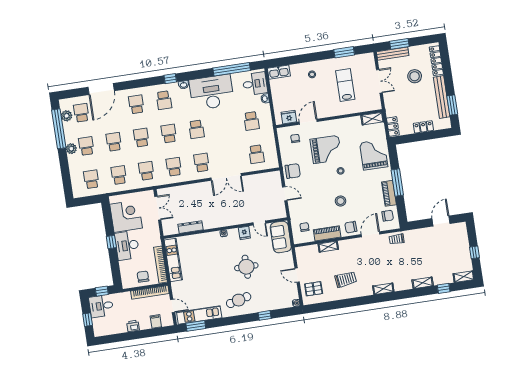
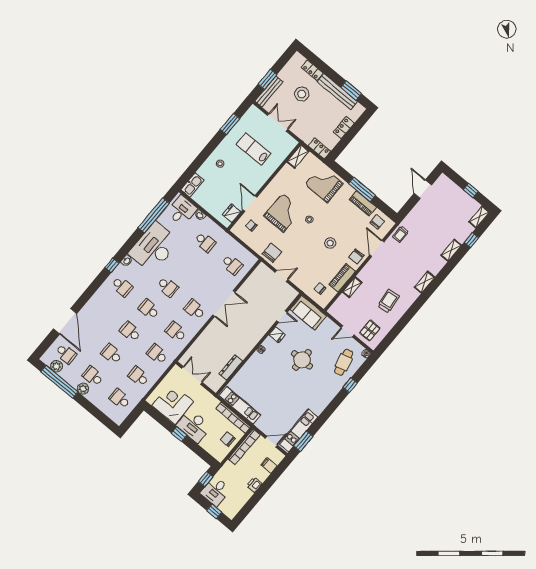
locker: (436, 61) -> (312, 70), width x0.66
school desk: (136, 104) -> (103, 309), removed
school desk: (81, 113) -> (66, 354), turned 180
cafe table: (239, 300) -> (344, 362), moved

